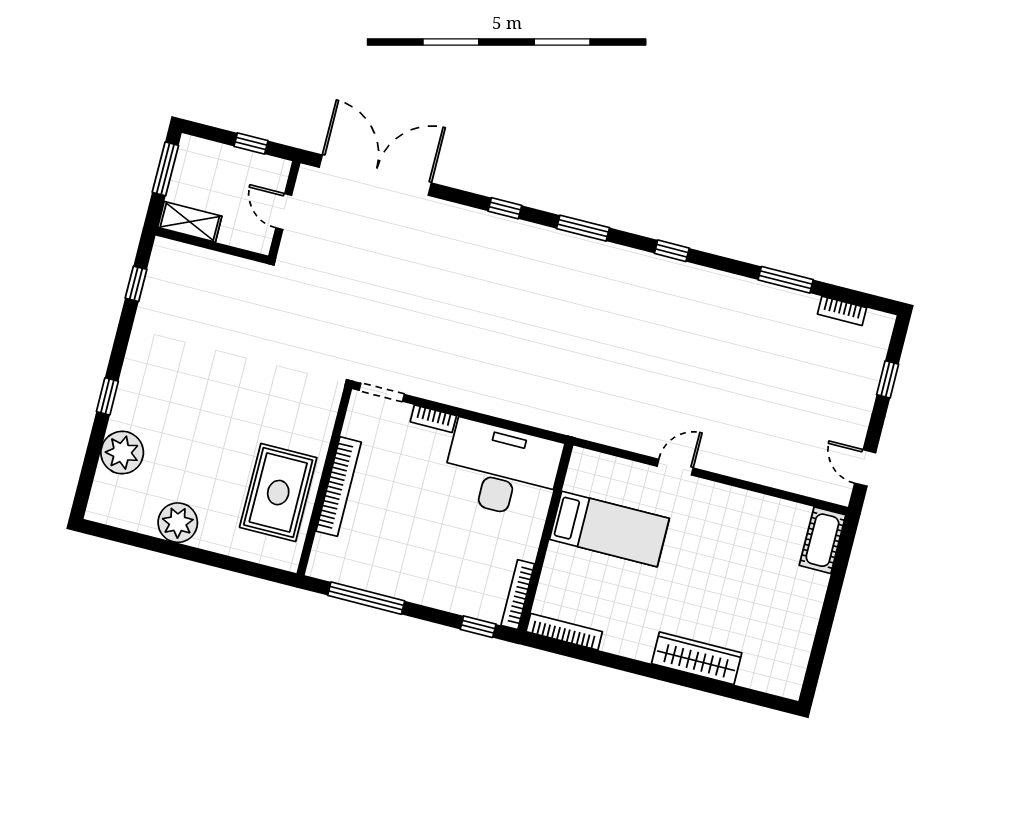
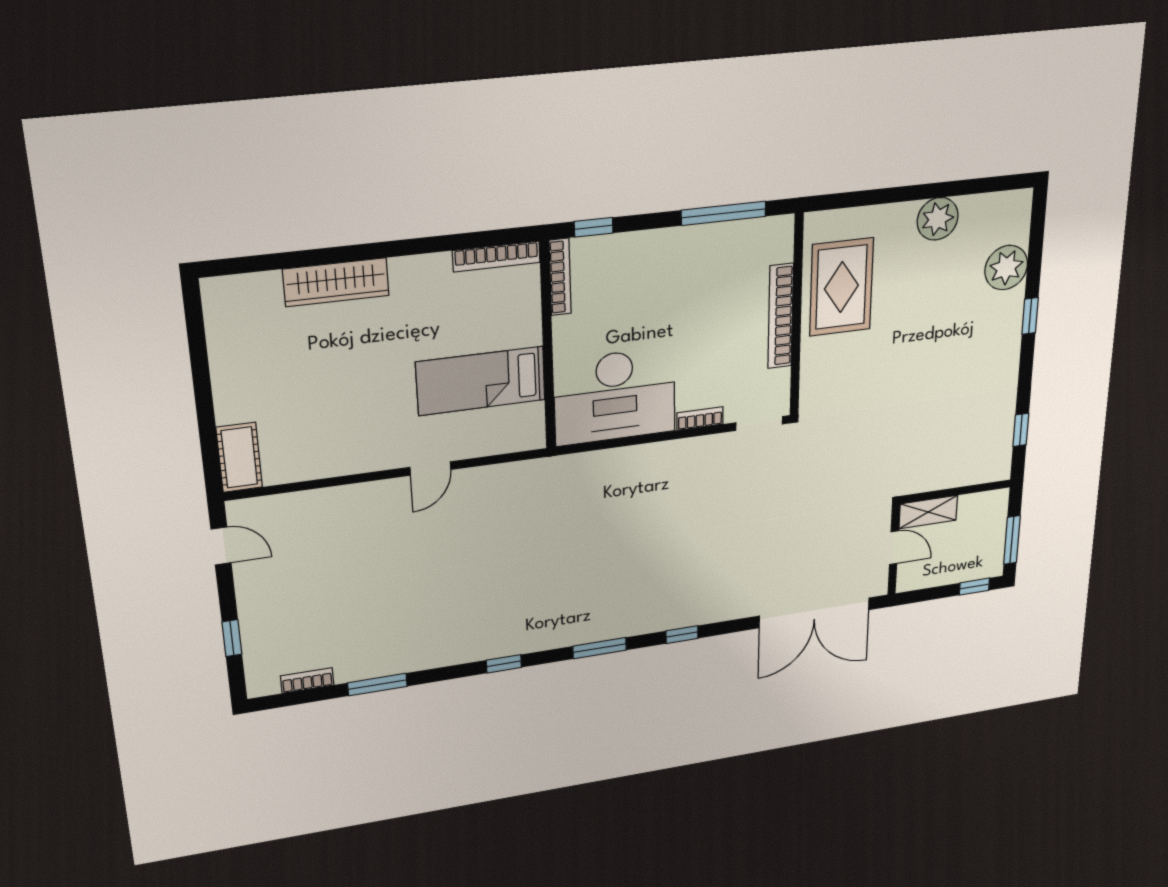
window: (251, 143) -> (974, 587), moved
shelving: (190, 222) -> (928, 512), moved

